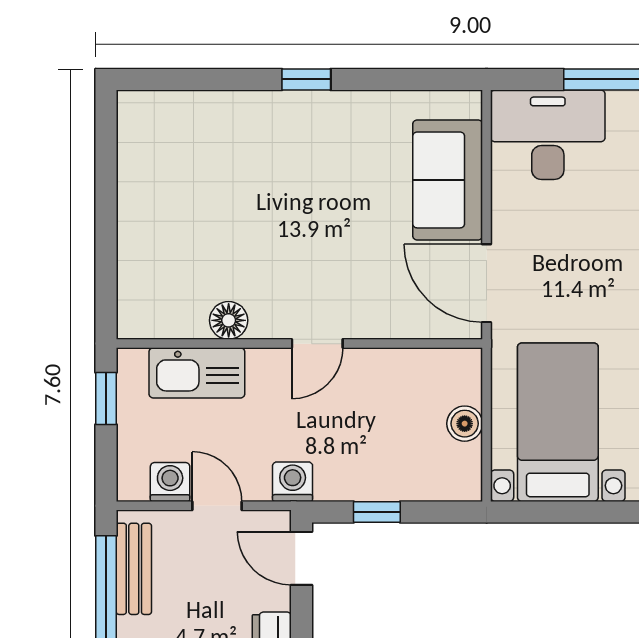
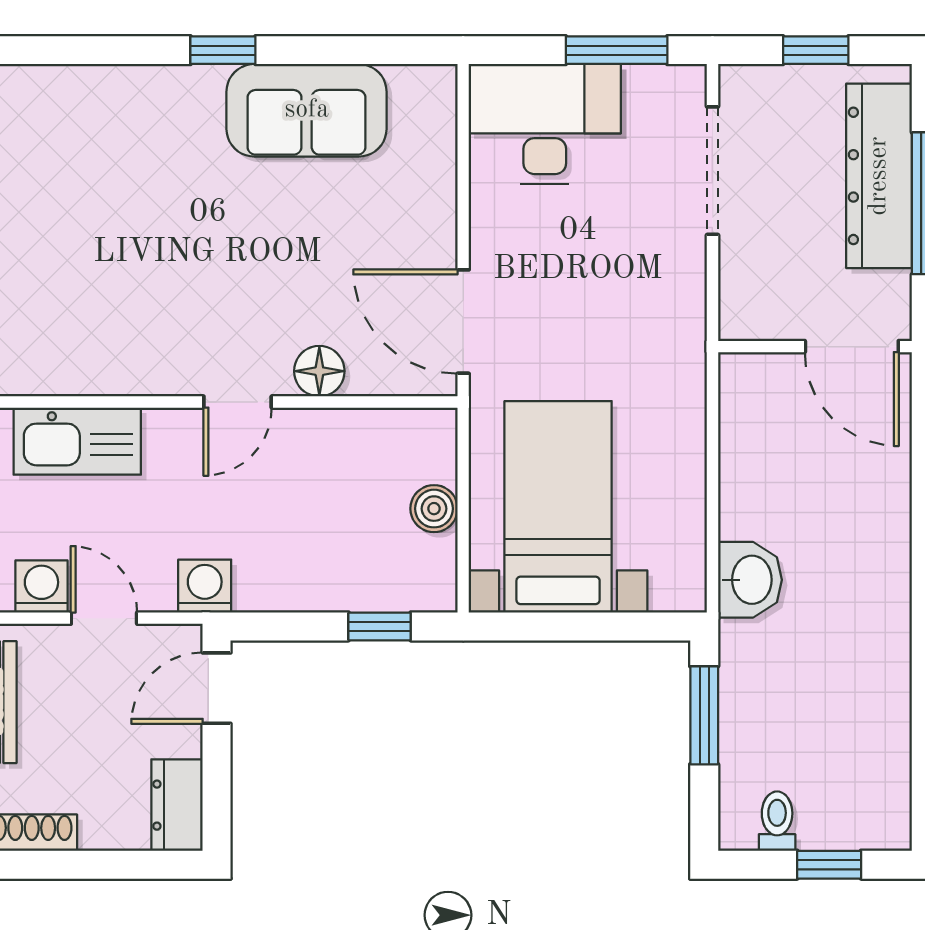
sofa: (448, 180) -> (307, 110), moved, turned -90
floor lamp: (229, 320) -> (319, 371), moved
window: (377, 512) -> (380, 626), moved
door: (301, 558) -> (217, 688), hinge flipped

